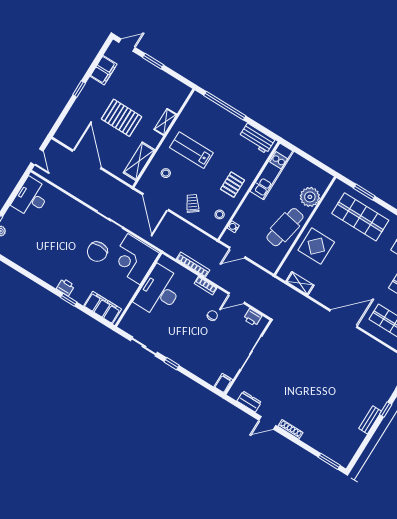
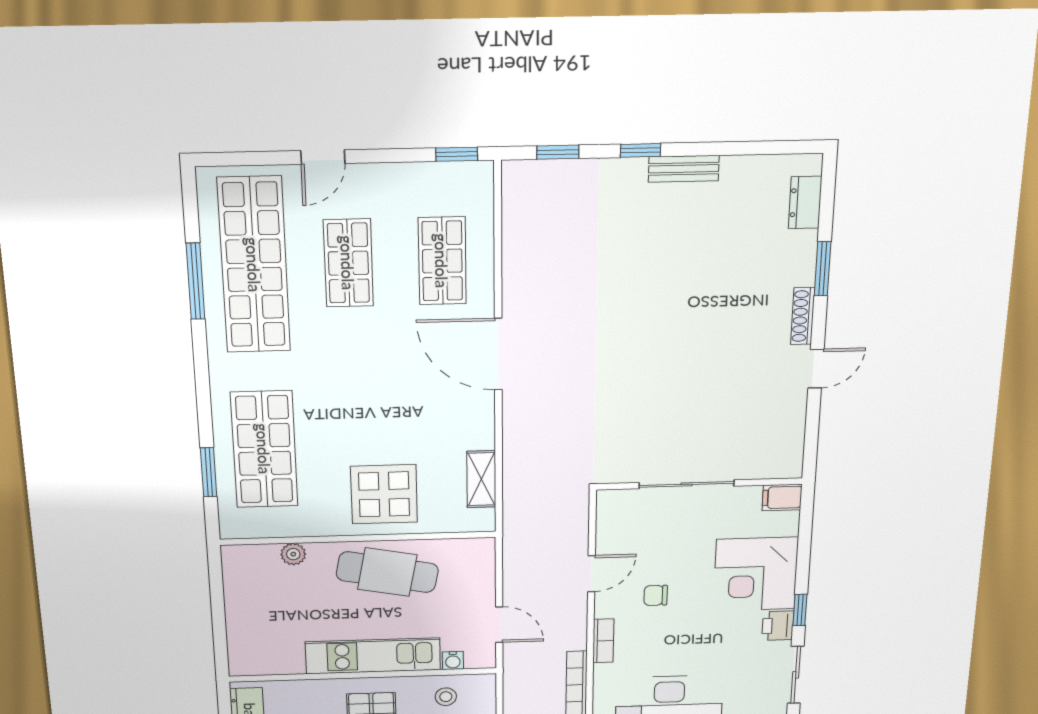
kitchen unit: (272, 171) -> (373, 656), moved
plant: (310, 197) -> (293, 554), width x0.53, depth x0.53
door: (237, 298) -> (591, 574), hinge flipped
printer: (253, 317) -> (778, 626), moved, turned 180
corner desk: (198, 356) -> (756, 574), added
dresser: (249, 402) -> (805, 202), moved
door: (267, 423) -> (816, 369), hinge flipped
window: (329, 461) -> (823, 269), moved

